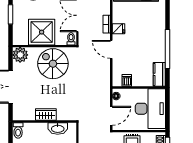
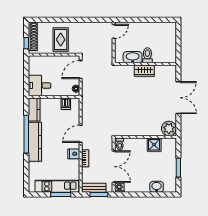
shower: (42, 32) -> (154, 145), width x0.54, depth x0.54
kitchen counter: (159, 41) -> (35, 142), added
door: (111, 49) -> (81, 134), swing flipped
spiral stairs: (53, 64) -> (137, 120), removed
desk: (150, 109) -> (39, 85), width x0.53, depth x0.77
toilet: (18, 130) -> (147, 55), moved

